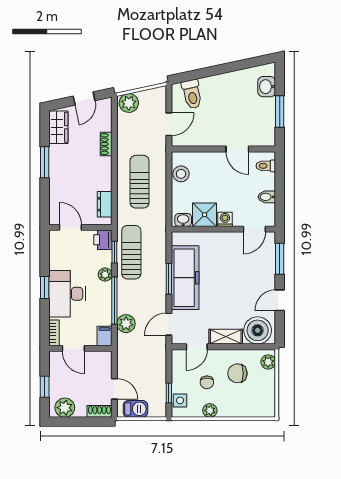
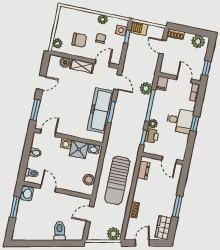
washbasin: (267, 87) -> (27, 194), moved
toilet: (192, 94) -> (60, 231), moved
sun lounger: (140, 182) -> (117, 180), width x1.36, depth x1.34
printer: (103, 240) -> (152, 136), moved
sun lounger: (131, 252) -> (132, 135), removed
desk: (67, 294) -> (180, 121), width x0.73
door: (169, 324) -> (118, 82), hinge flipped
boiler: (258, 330) -> (65, 62), width x0.54, depth x0.54
window: (45, 387) -> (206, 68), moved
barbecue: (135, 409) -> (139, 28), moved

